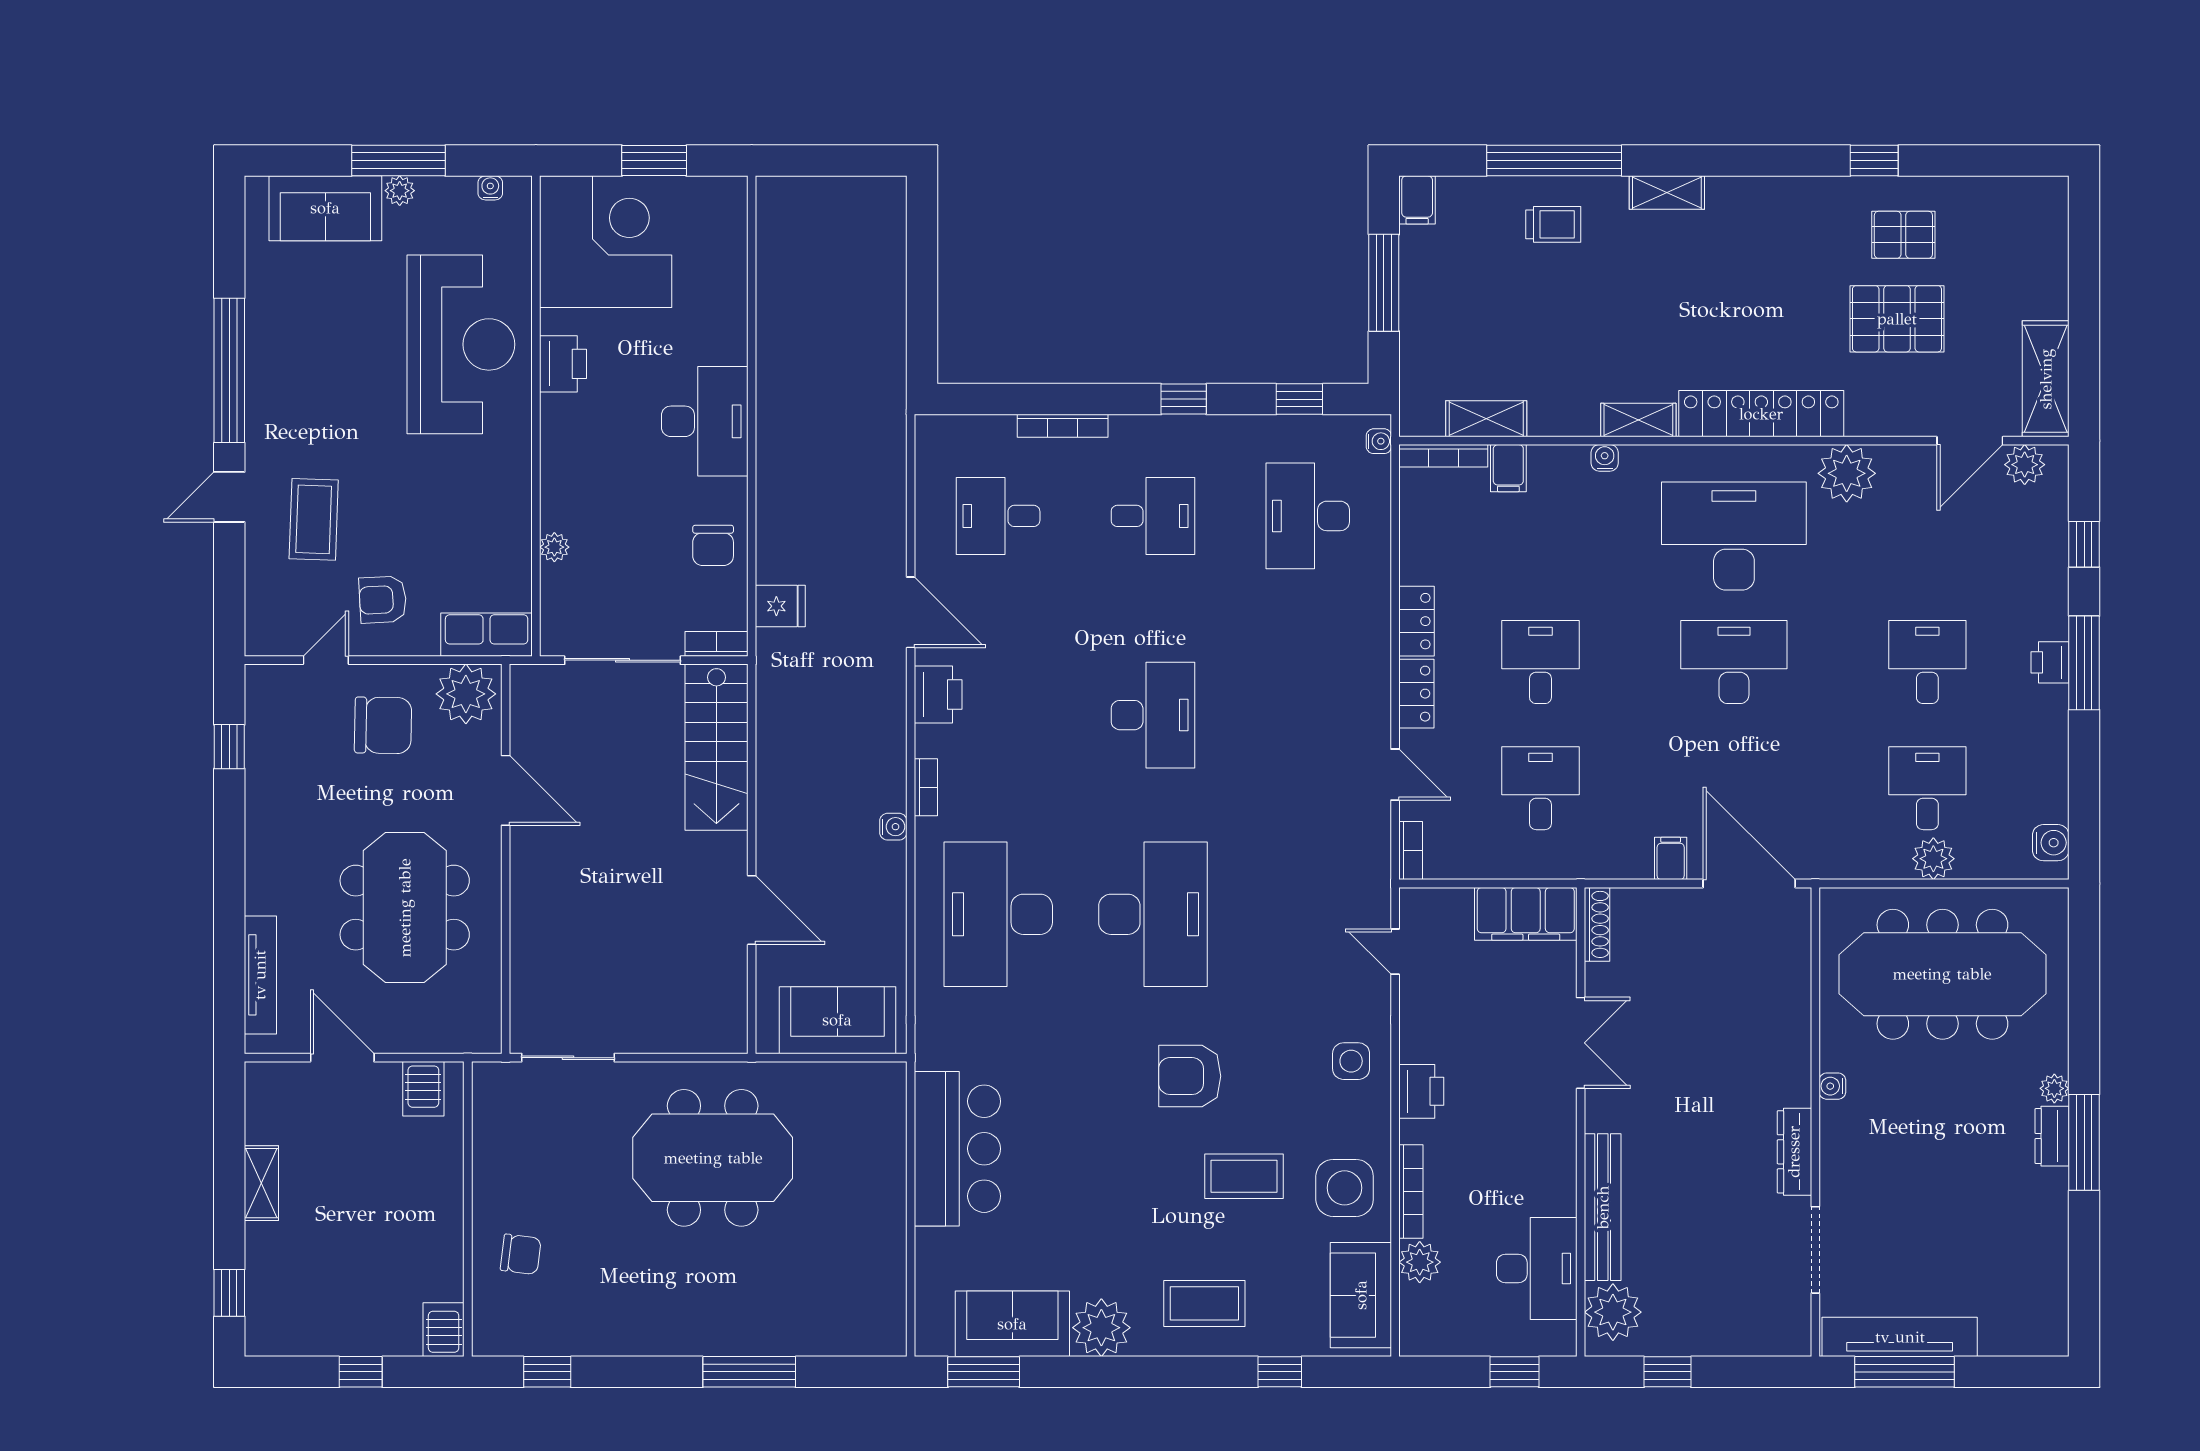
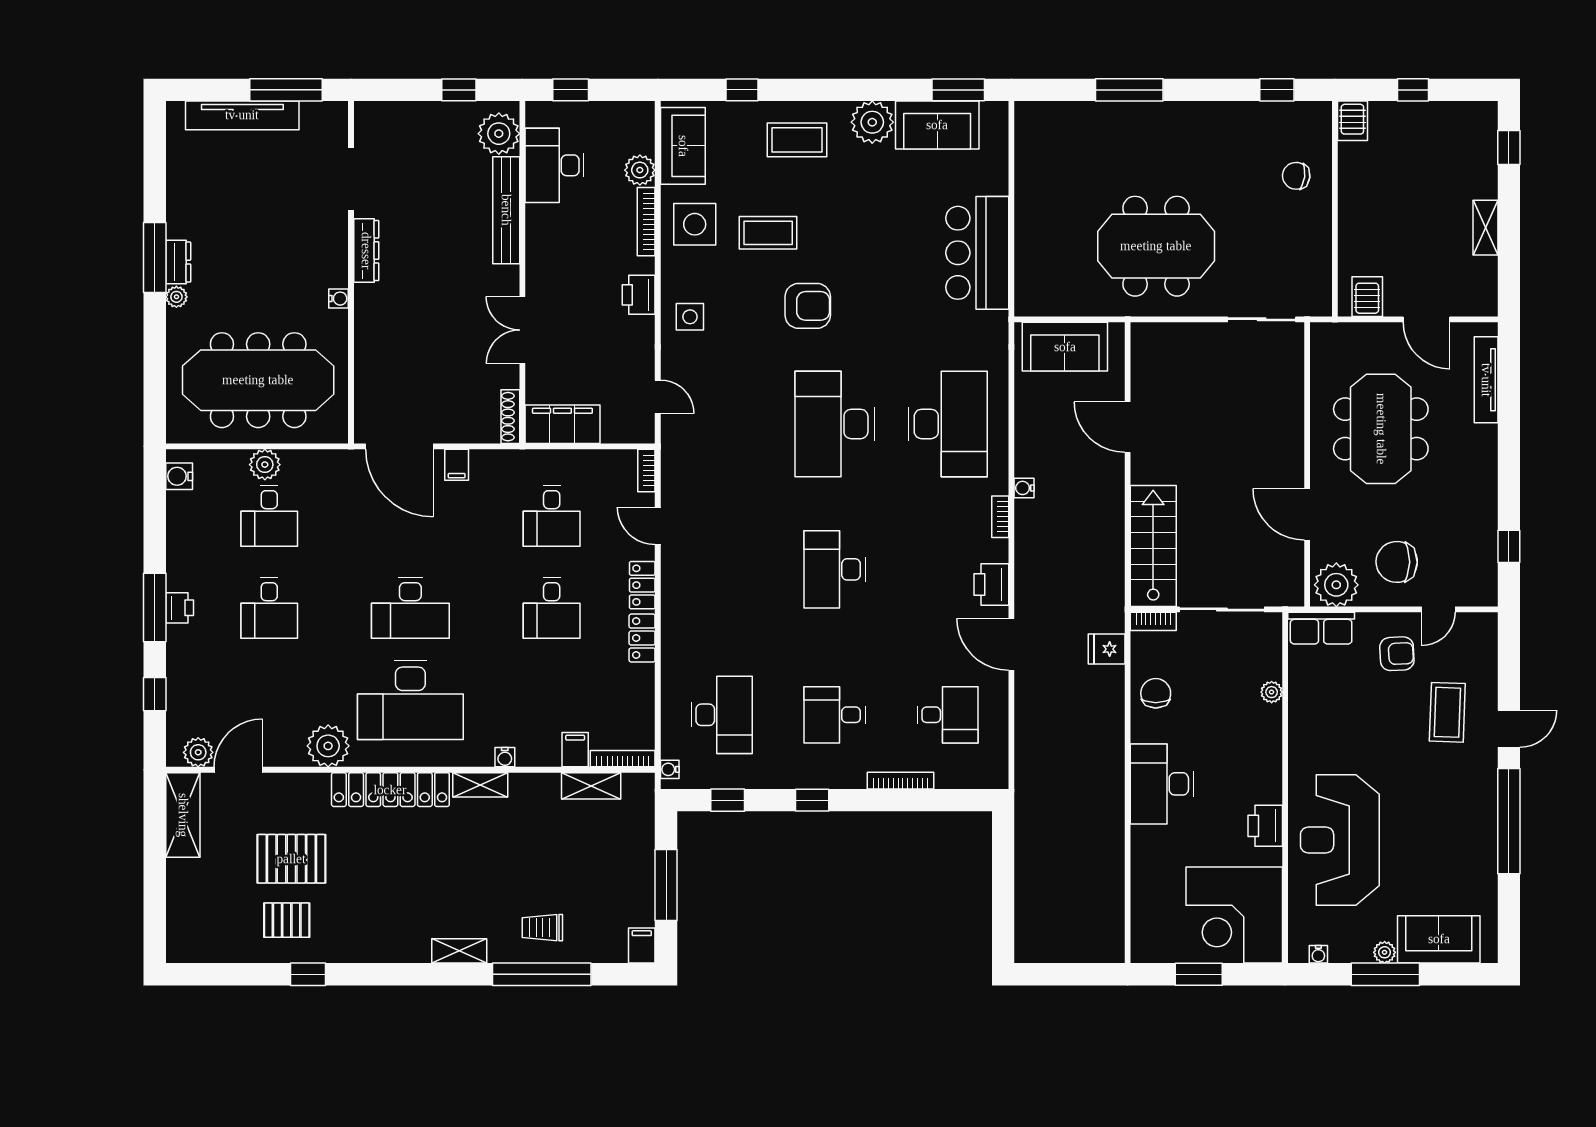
tv unit: (1900, 1337) -> (242, 115), moved

